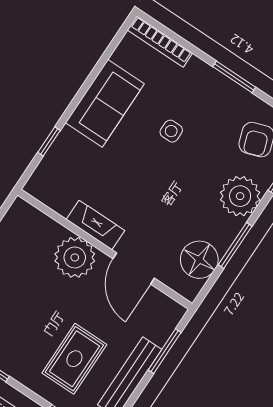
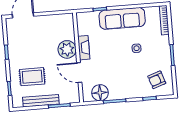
sofa: (105, 103) -> (122, 18), width x1.36
plant: (240, 196) -> (133, 89), removed
door: (134, 268) -> (79, 73), hinge flipped

